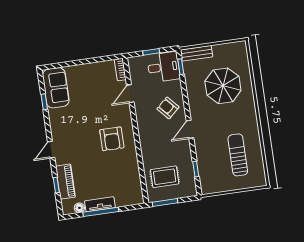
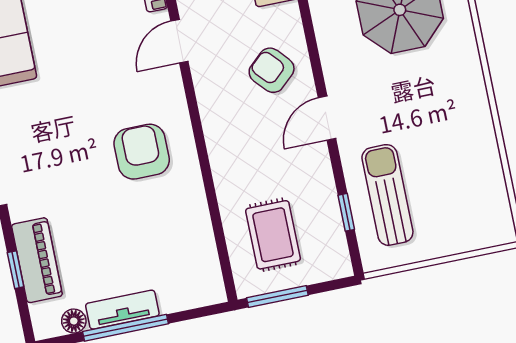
armchair: (112, 139) -> (142, 152), turned 180
sun lounger: (238, 155) -> (387, 195), moved
rug: (165, 177) -> (273, 235), turned 90

